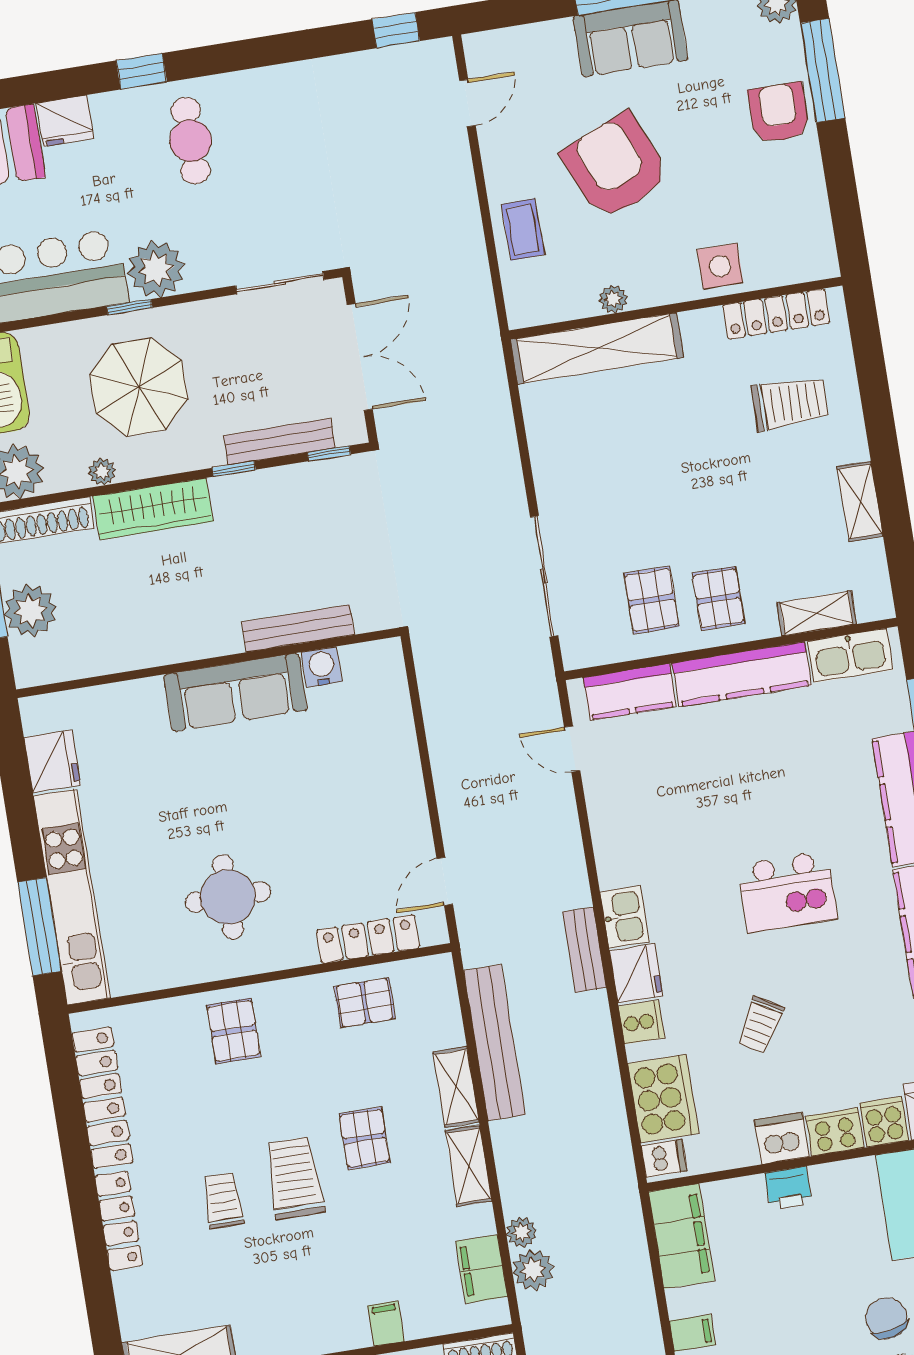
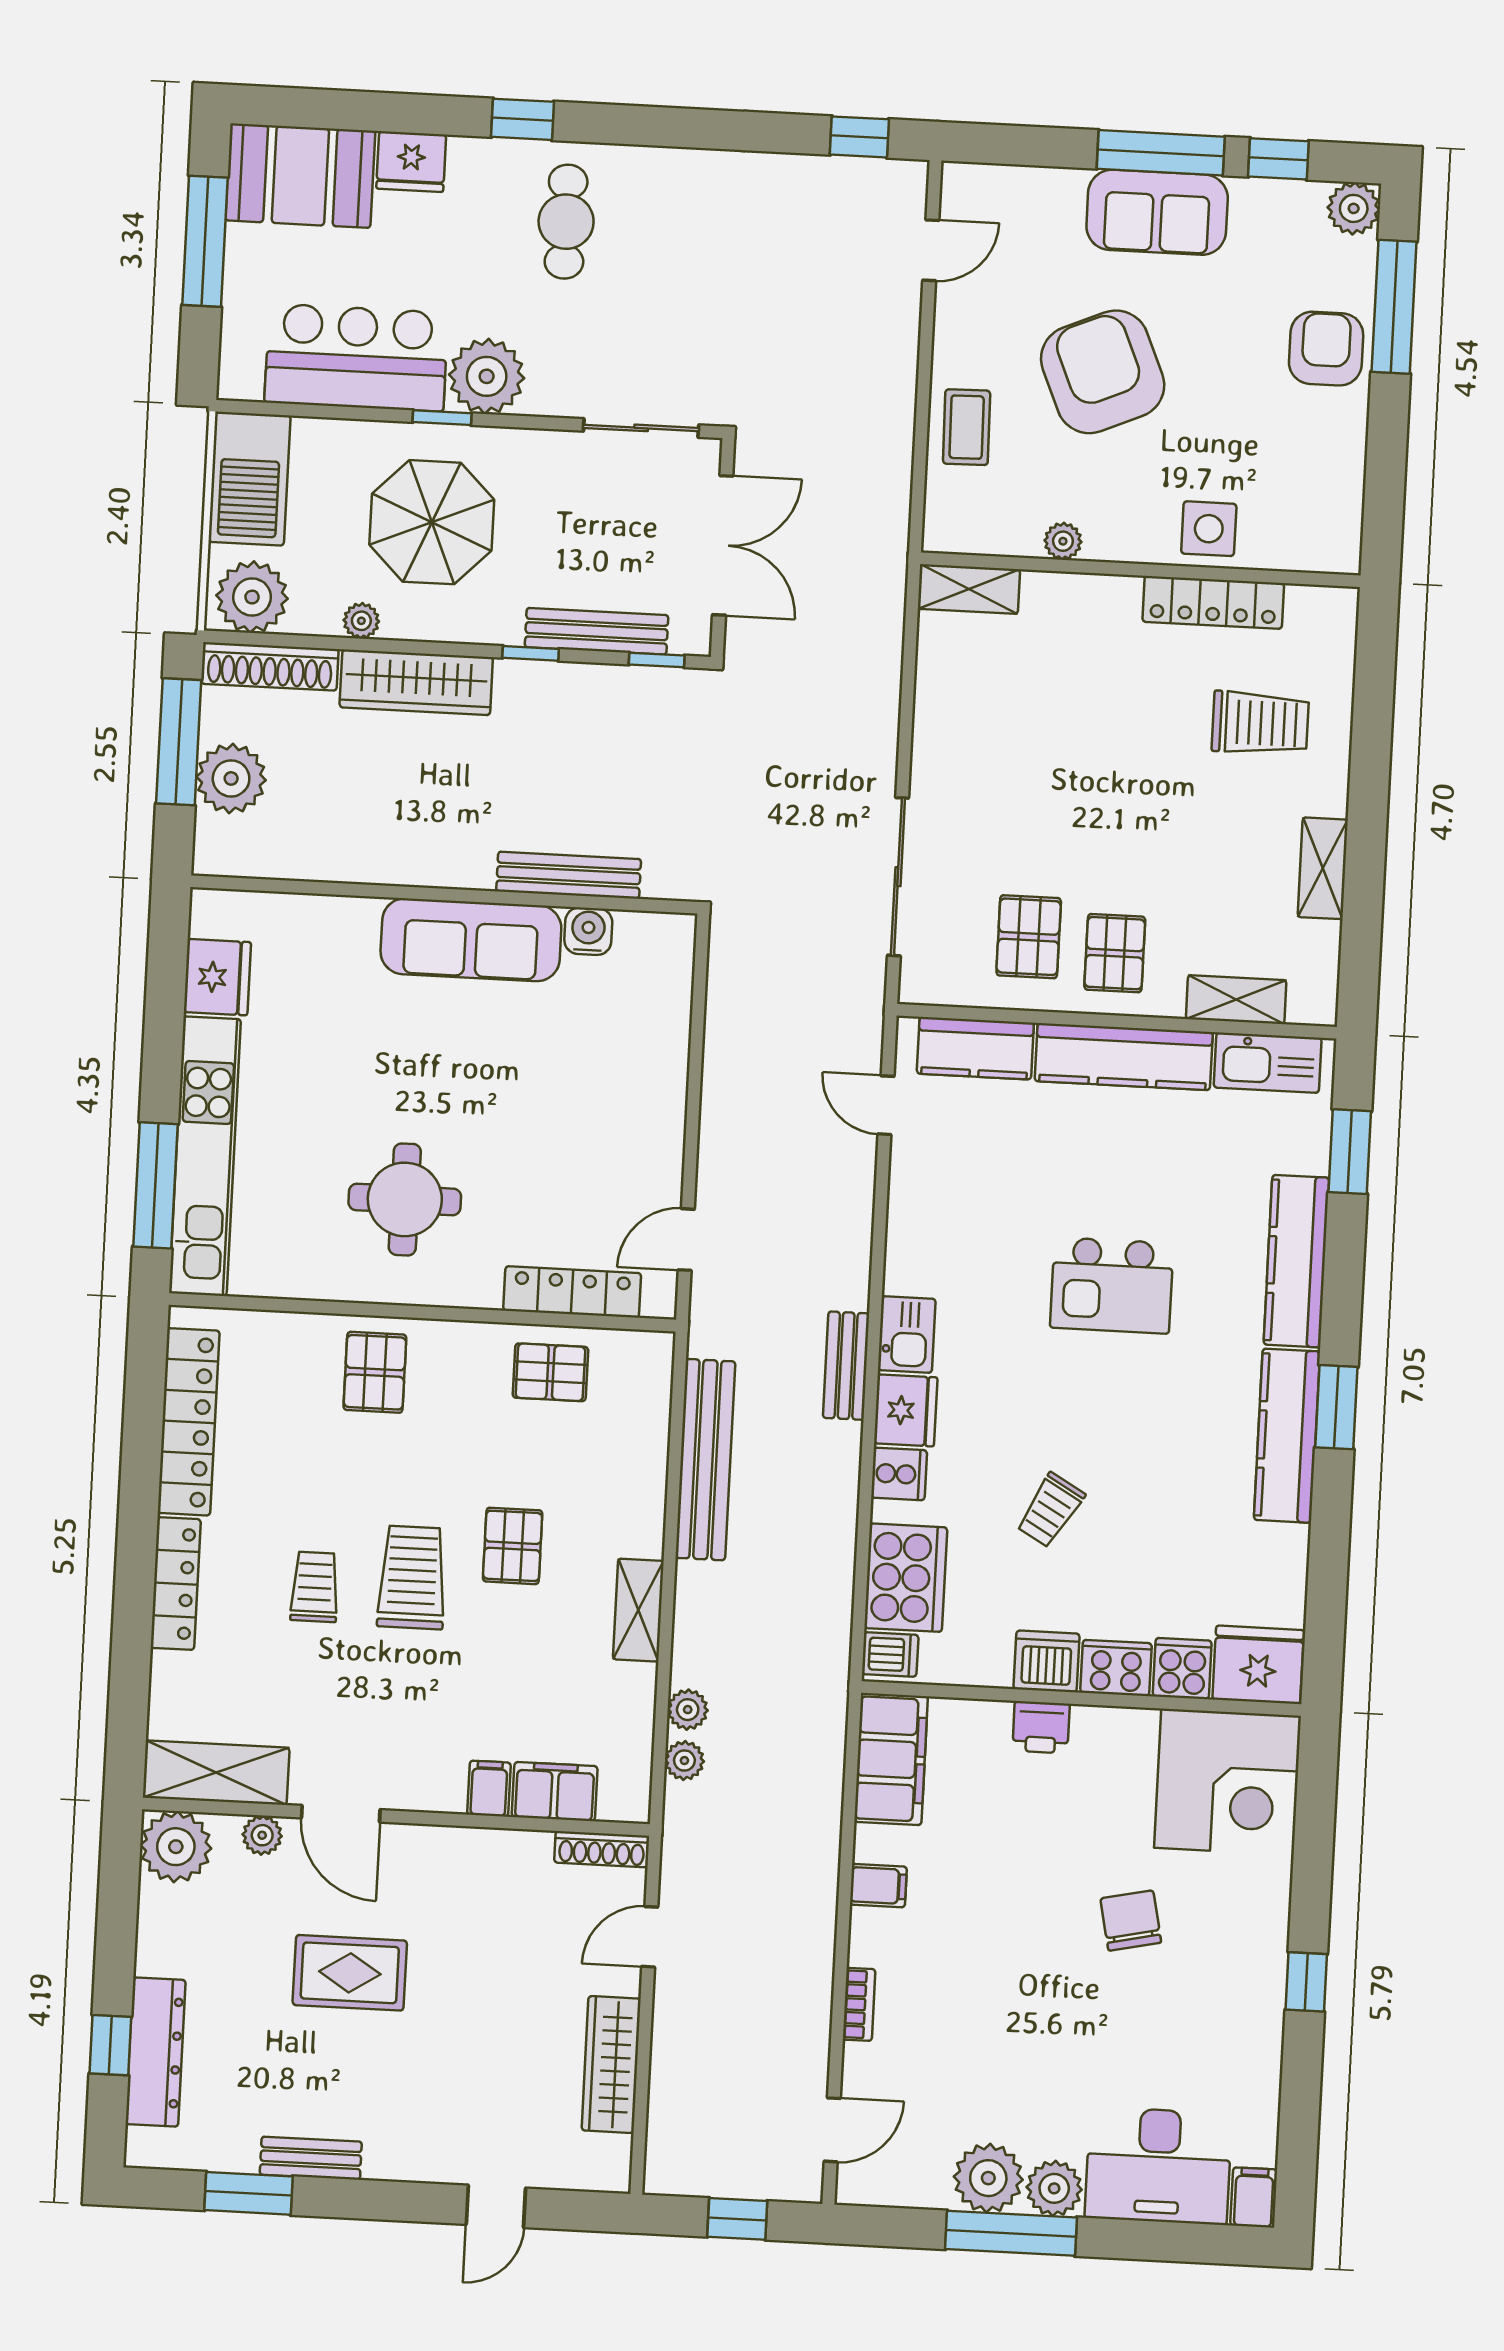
locker: (776, 314) -> (1213, 602), moved
shelving: (597, 348) -> (969, 589), width x0.45, depth x0.75
kitchen island: (787, 892) -> (1112, 1285), moved
shelving: (456, 1087) -> (644, 1506), removed
filing cabinet: (482, 1269) -> (555, 1792), moved, turned 90
plant: (533, 1270) -> (684, 1761), width x0.73, depth x0.73

